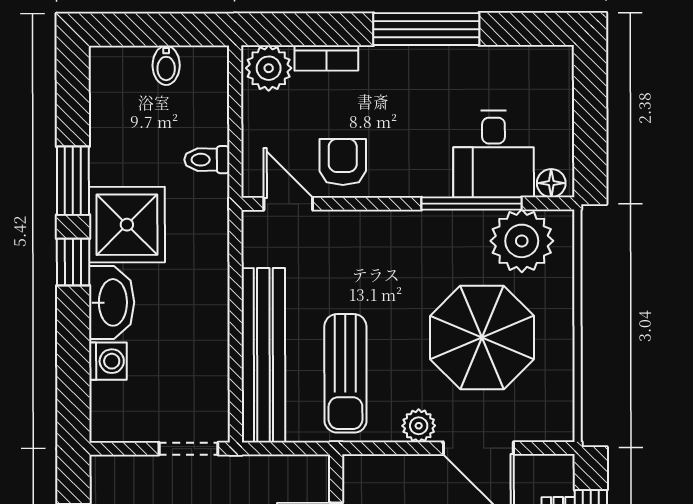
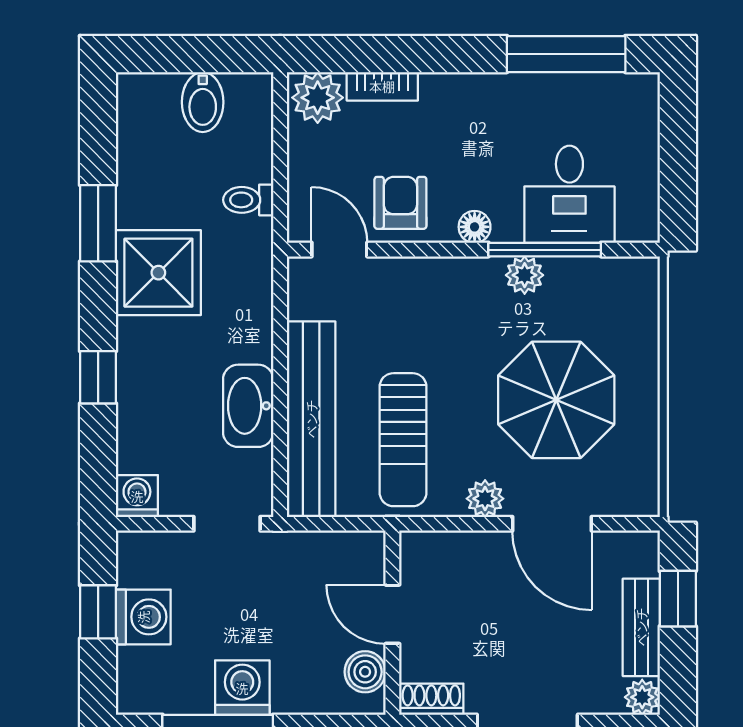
window: (426, 29) -> (566, 54), moved
bidet: (166, 65) -> (203, 102), width x1.38, depth x1.36
floor lamp: (551, 183) -> (475, 227), moved
plant: (522, 241) -> (525, 275), moved, width x0.53, depth x0.53
window: (73, 262) -> (98, 377), moved
washbasin: (112, 302) -> (248, 406), moved, turned 180
washing machine: (108, 361) -> (137, 496), moved, turned -90

